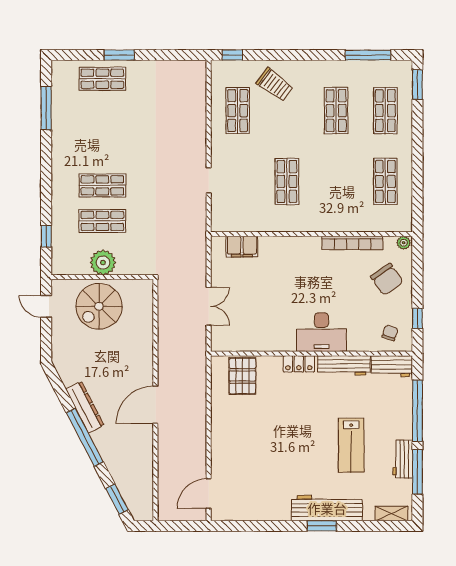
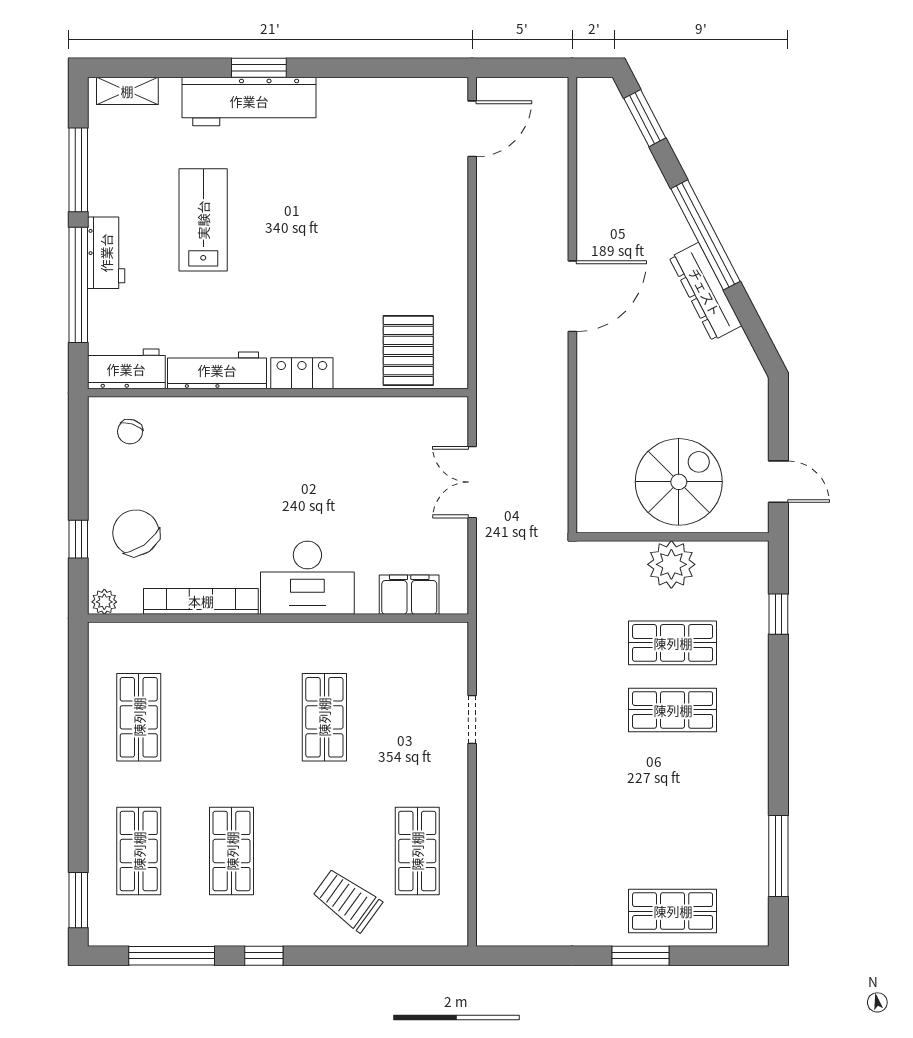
window: (232, 55) -> (264, 956), moved
window: (417, 318) -> (78, 539), moved
desk: (322, 332) -> (307, 578), moved, turned 180
workbench: (403, 459) -> (106, 253), moved

